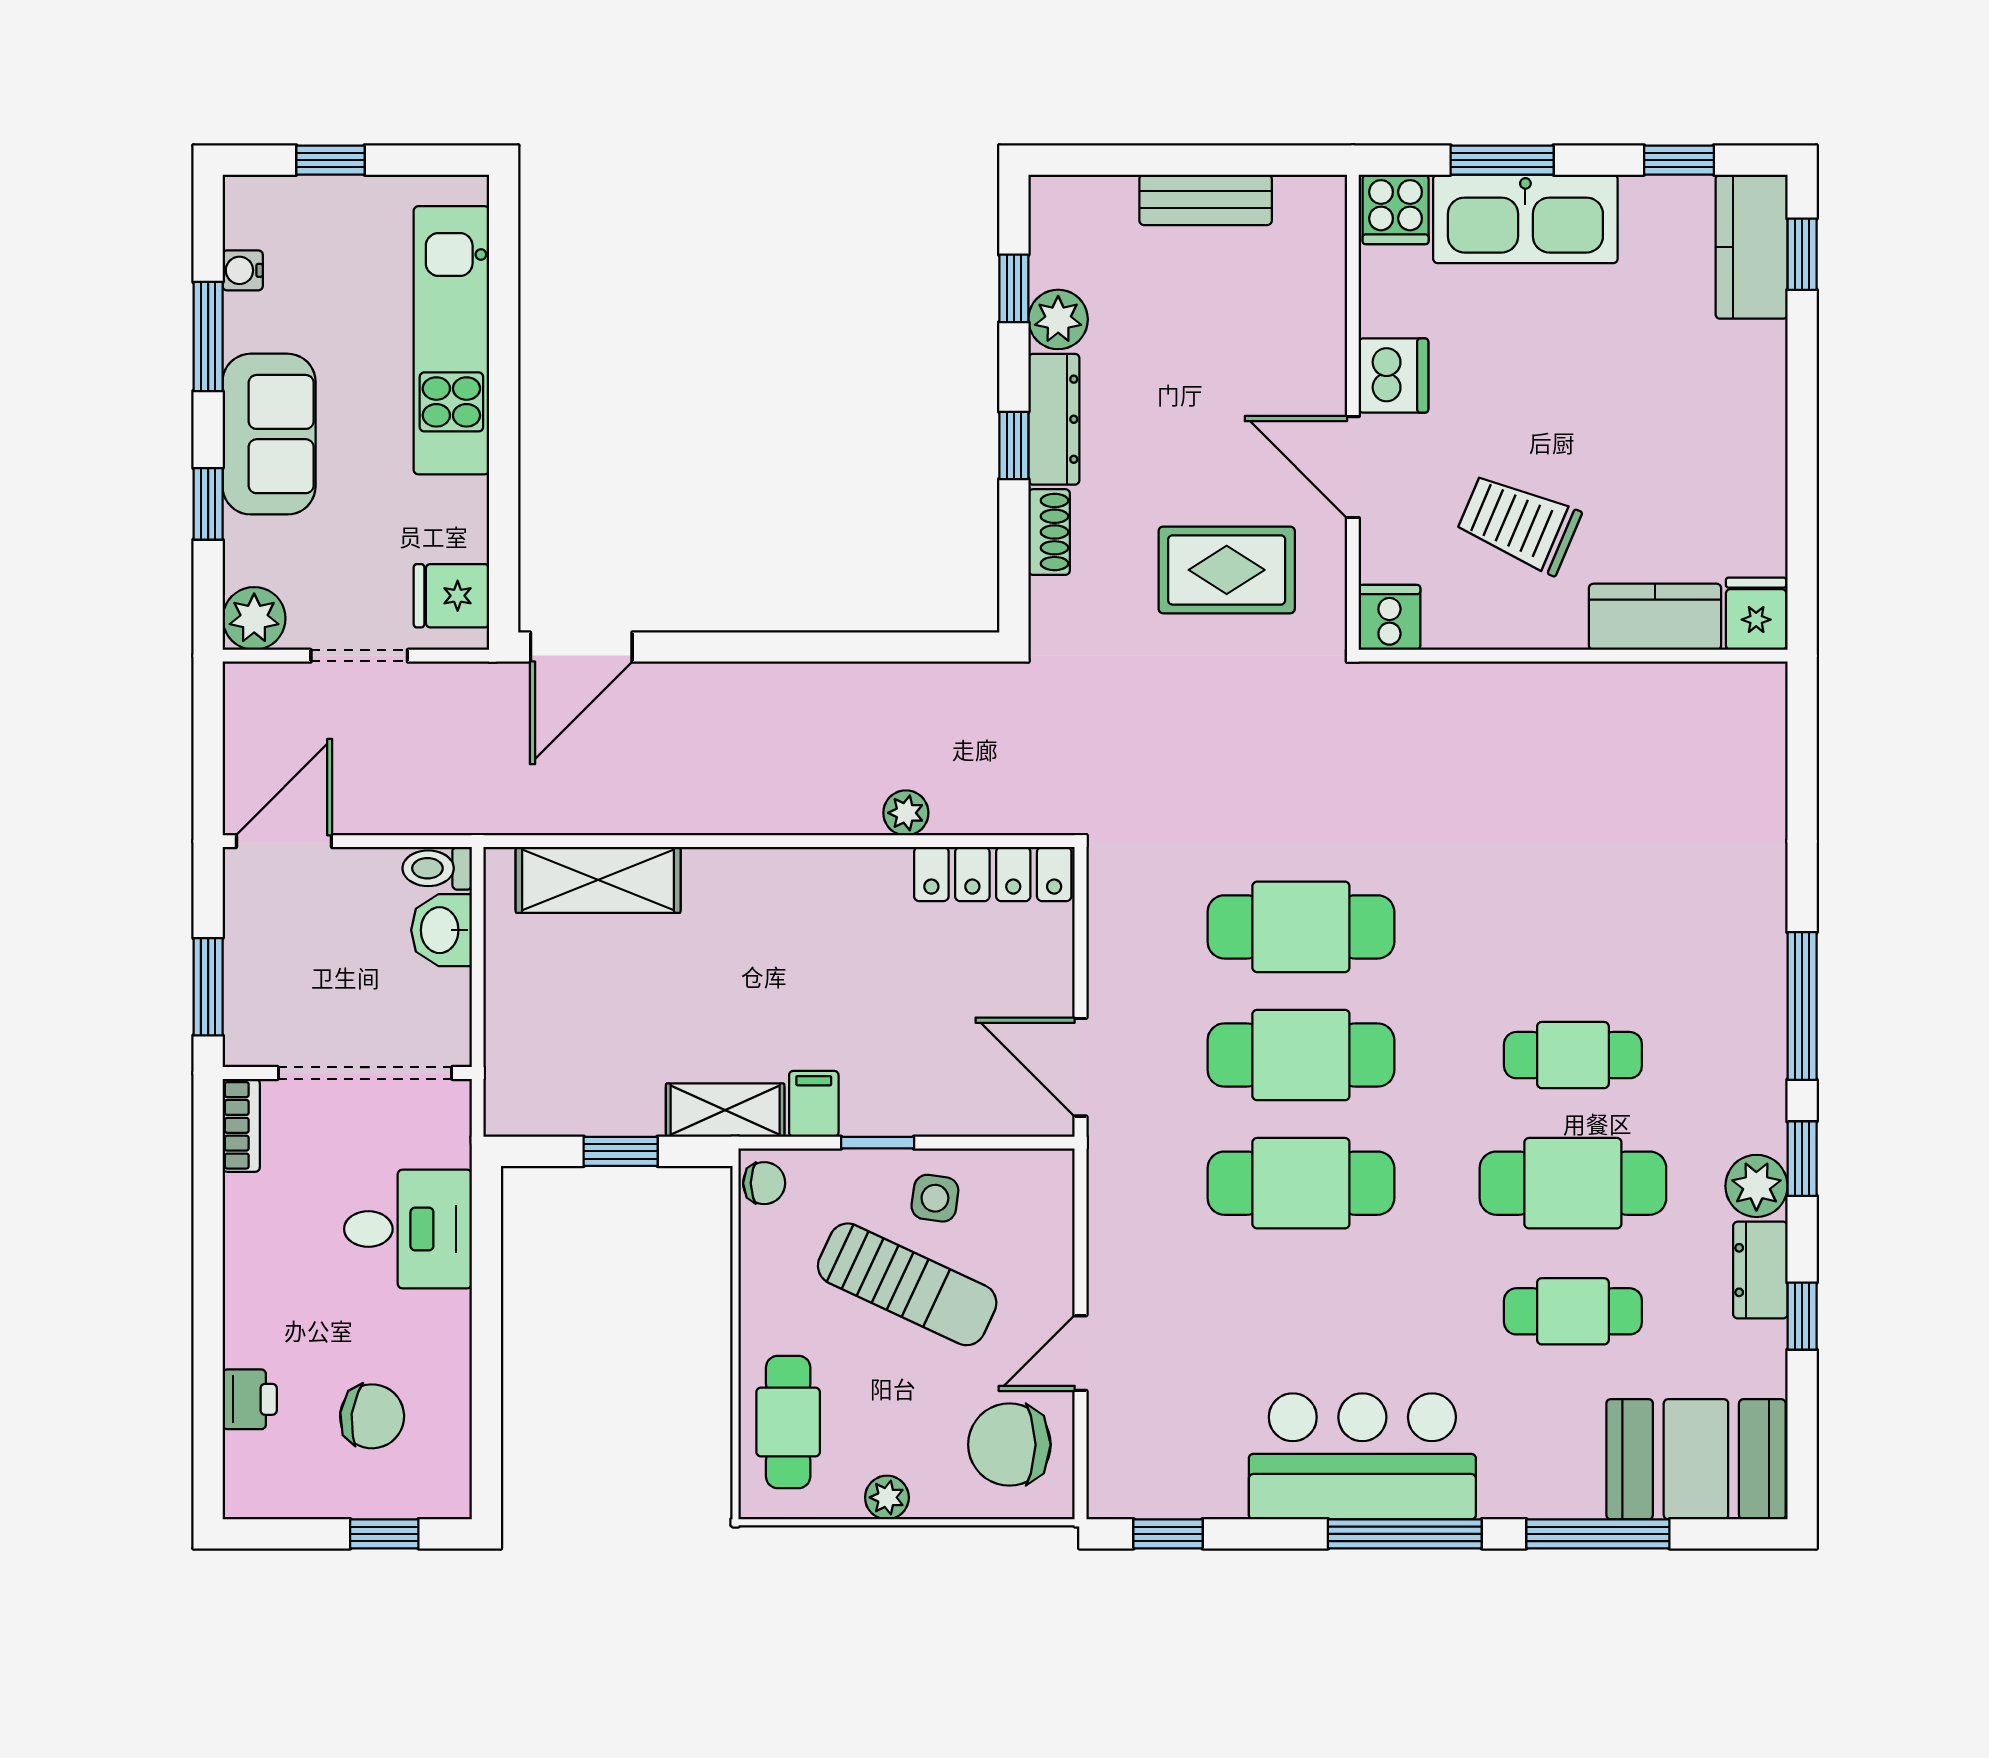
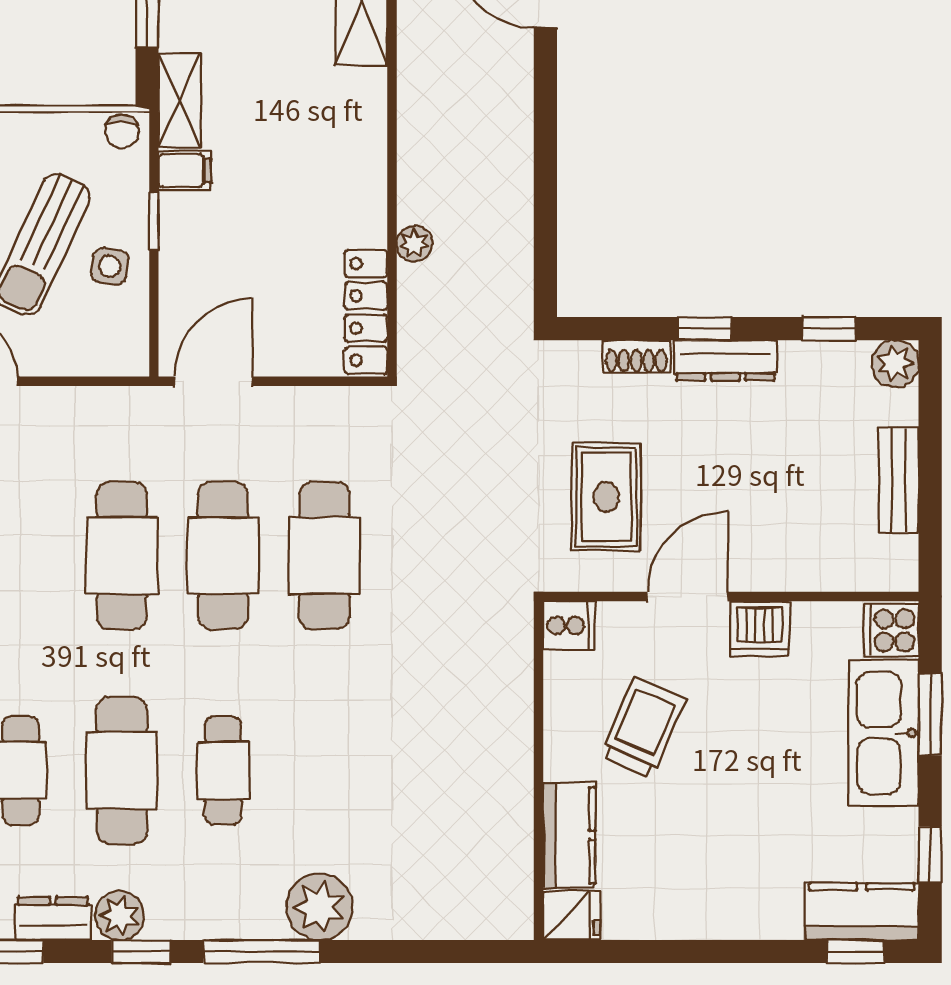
plant: (1058, 319) -> (895, 364), moved
plant: (1746, 933) -> (320, 907), added

